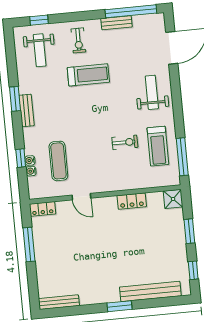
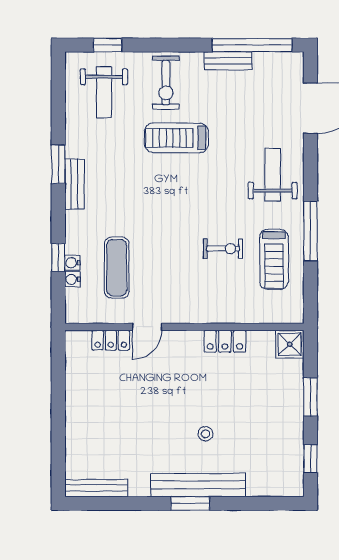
exercise bike: (78, 40) -> (166, 83), width x1.38, depth x1.39
treadmill: (88, 75) -> (176, 138), turned 180
window: (182, 157) -> (310, 231), moved
door: (81, 197) -> (147, 327), hinge flipped
locker: (43, 209) -> (111, 340), moved
window: (29, 245) -> (58, 394), removed
stool: (125, 261) -> (205, 434), added
bench: (150, 291) -> (198, 485), moved

